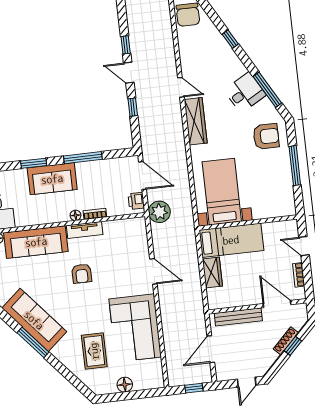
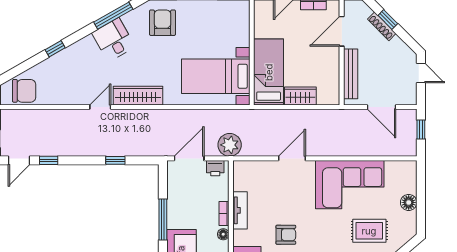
door: (129, 73) -> (19, 160), moved
tv unit: (85, 230) -> (240, 210), moved

